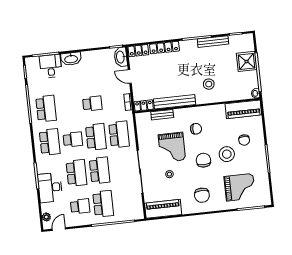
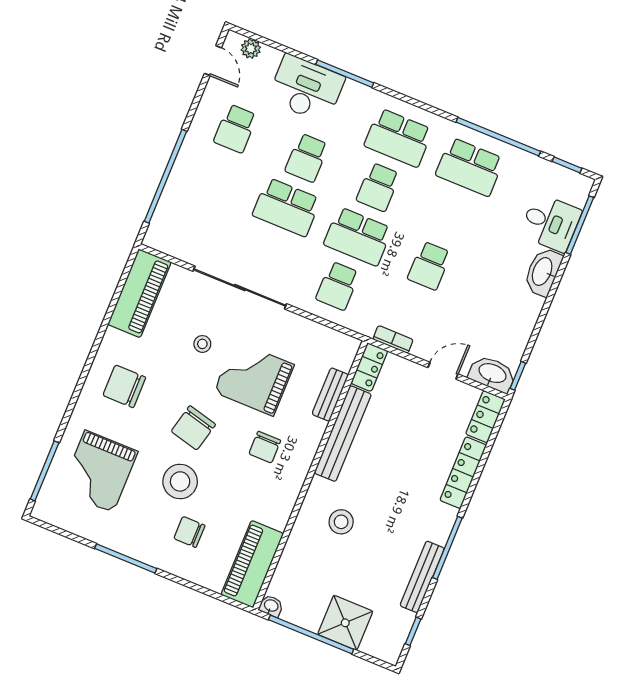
school desk: (119, 134) -> (338, 286), width x0.54
chair: (203, 160) -> (193, 428), turned 104
school desk: (76, 173) -> (307, 158), width x0.54
school desk: (103, 204) -> (215, 178), removed

